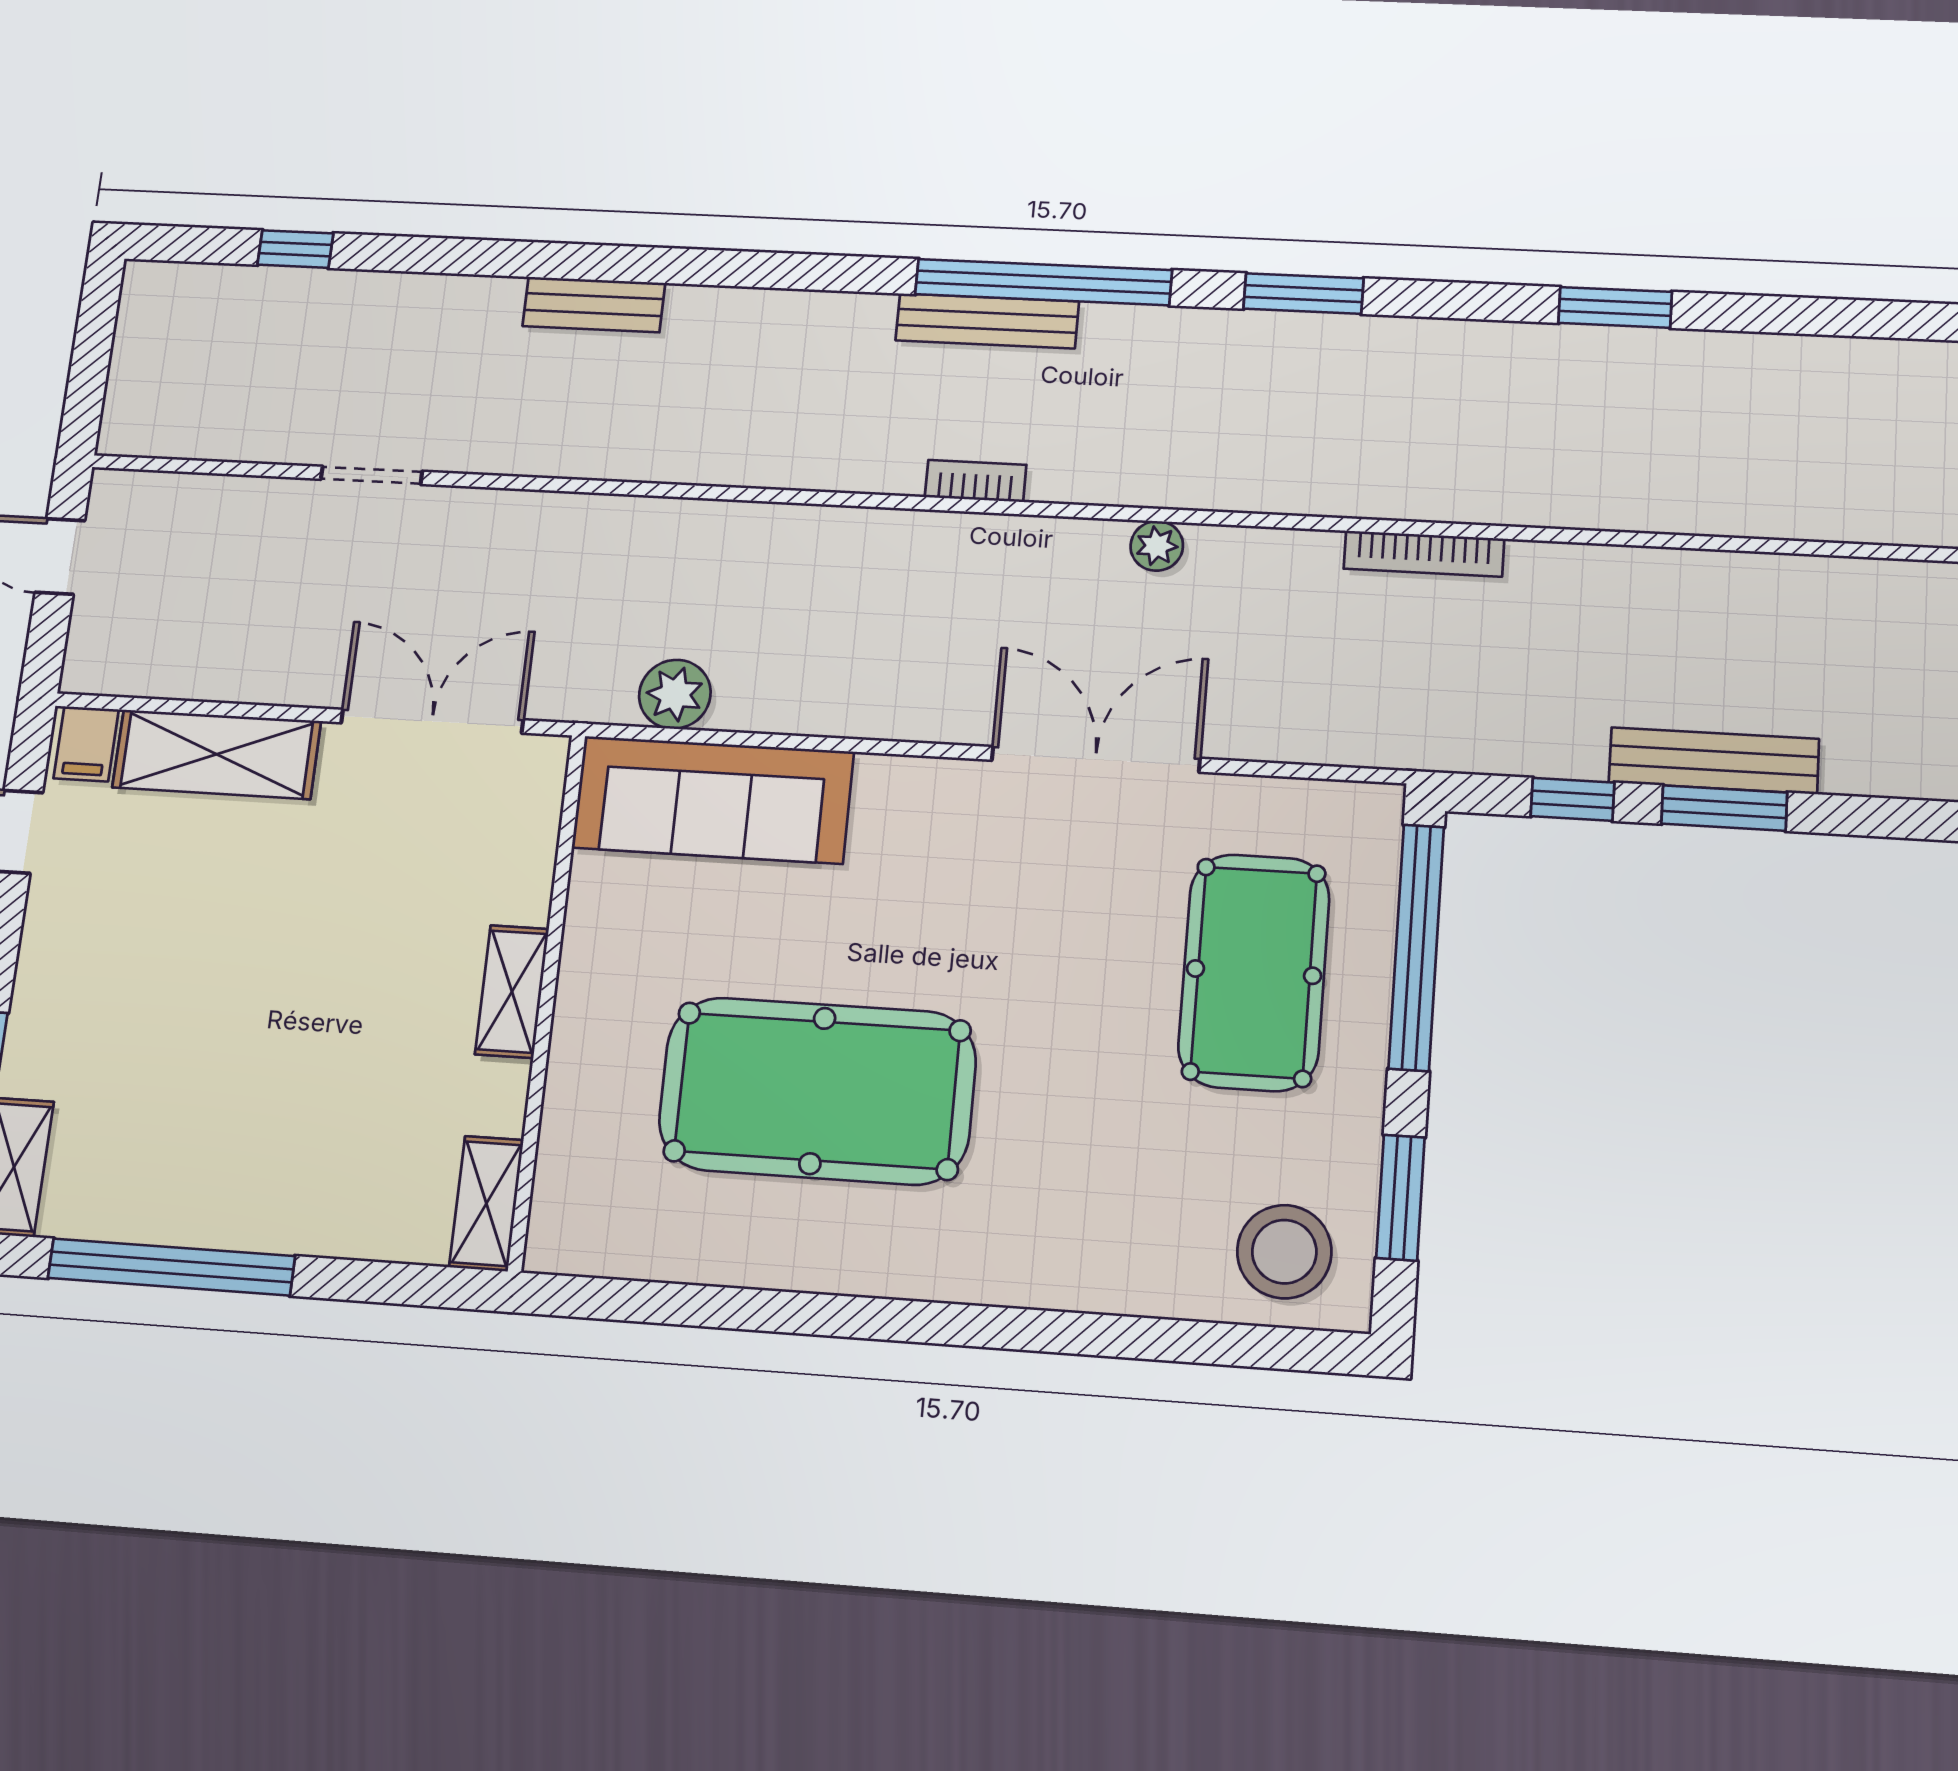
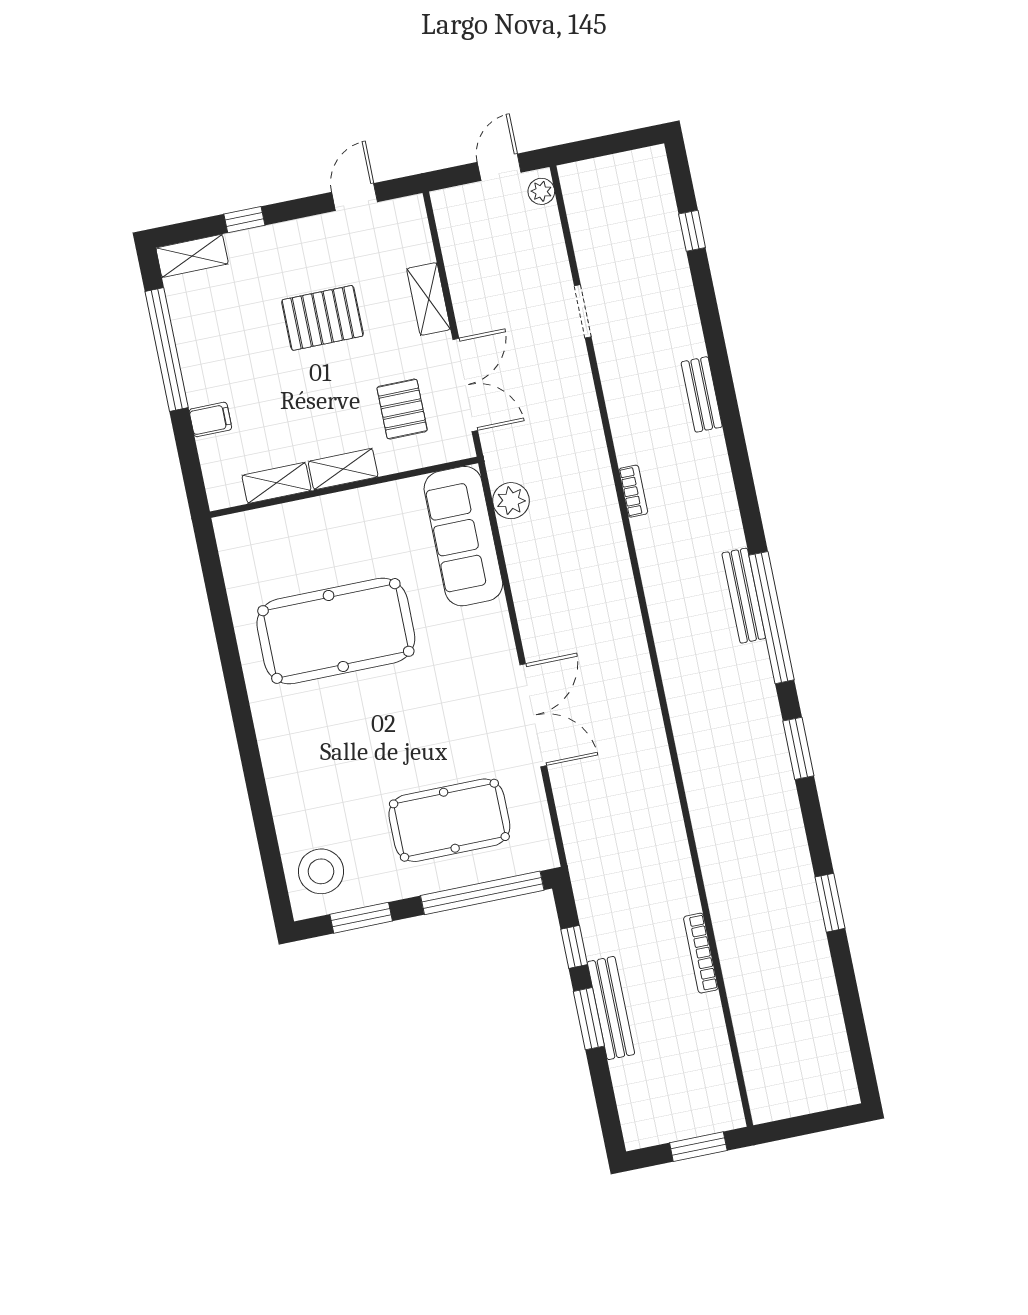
bookcase: (976, 481) -> (633, 491), moved
plant: (1157, 546) -> (541, 191), moved
bookcase: (1424, 554) -> (701, 953), moved
filing cabinet: (86, 744) -> (210, 419), moved, turned 180
shelving: (217, 754) -> (429, 299), width x0.67, depth x0.75
pallet: (437, 850) -> (402, 409), added
pallet: (216, 952) -> (322, 318), added
pool table: (817, 1091) -> (336, 631), turned 90
shelving: (486, 1204) -> (276, 483), moved

